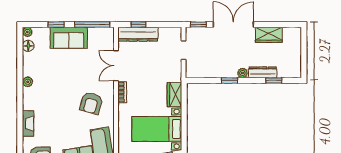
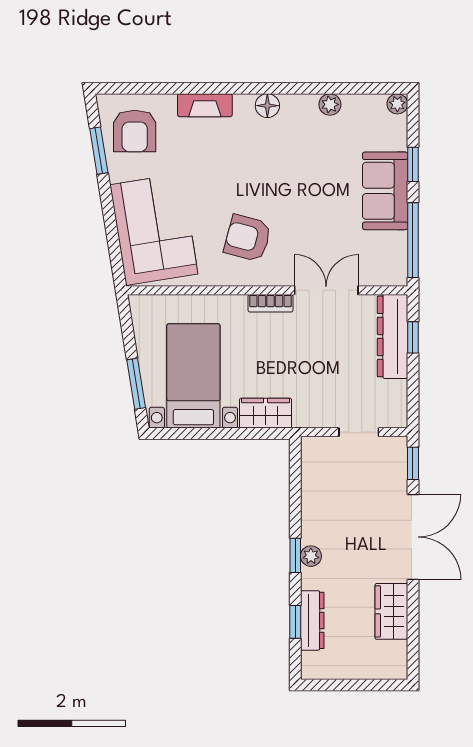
floor lamp: (28, 46) -> (267, 106), moved
dresser: (263, 72) -> (312, 620), moved
window: (229, 80) -> (295, 555), moved
plant: (28, 82) -> (330, 104), moved

